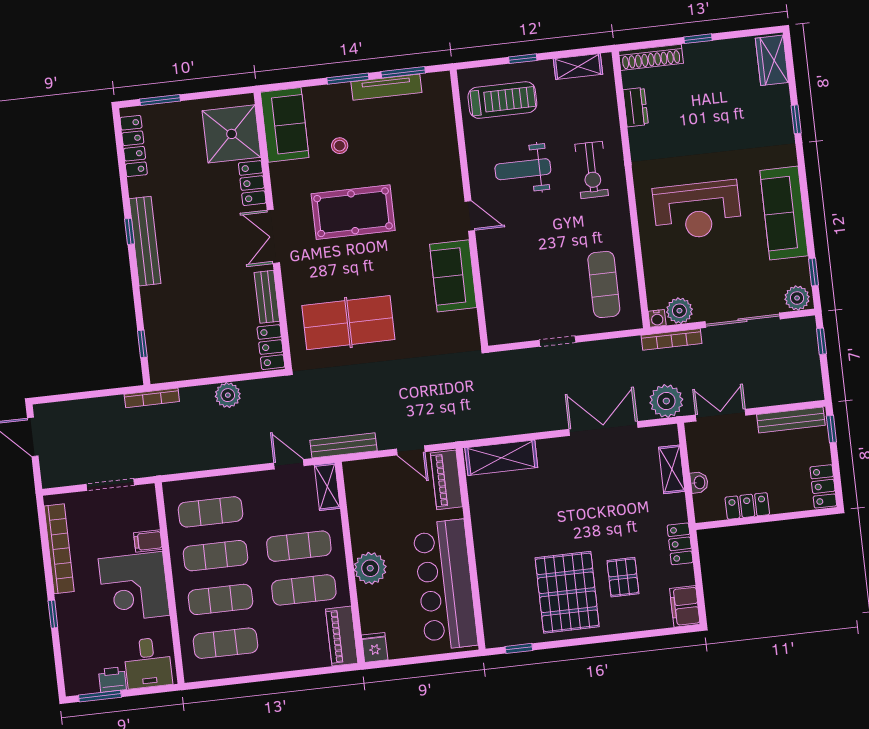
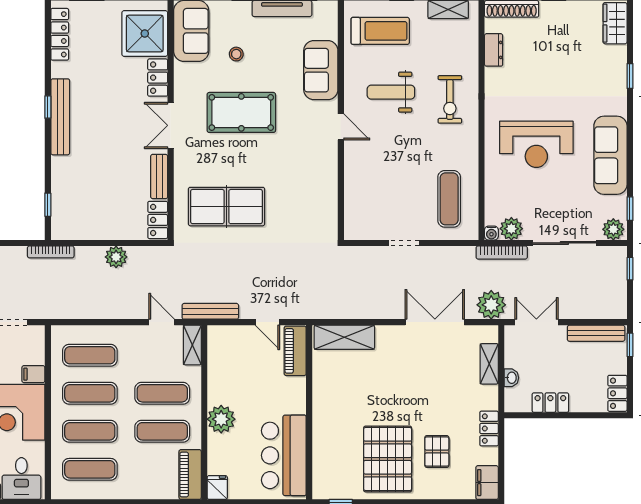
sofa: (453, 276) -> (321, 70), moved
bar counter: (445, 585) -> (284, 455), width x0.73

